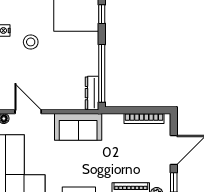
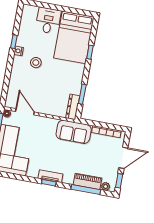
window: (102, 73) -> (82, 94), width x0.47
sofa: (78, 127) -> (74, 132), moved

